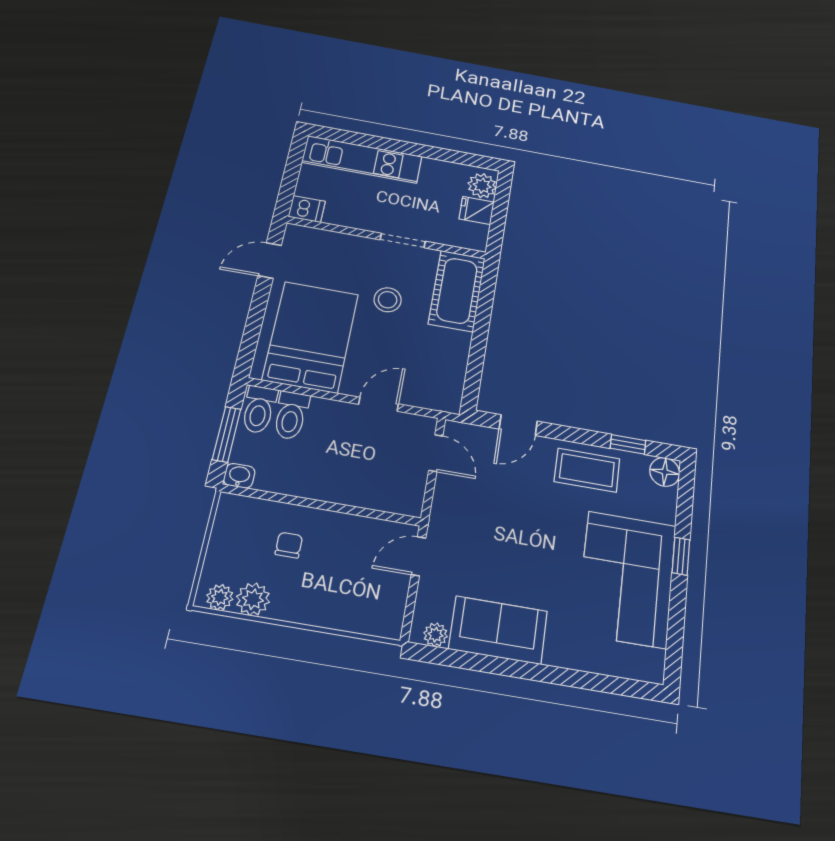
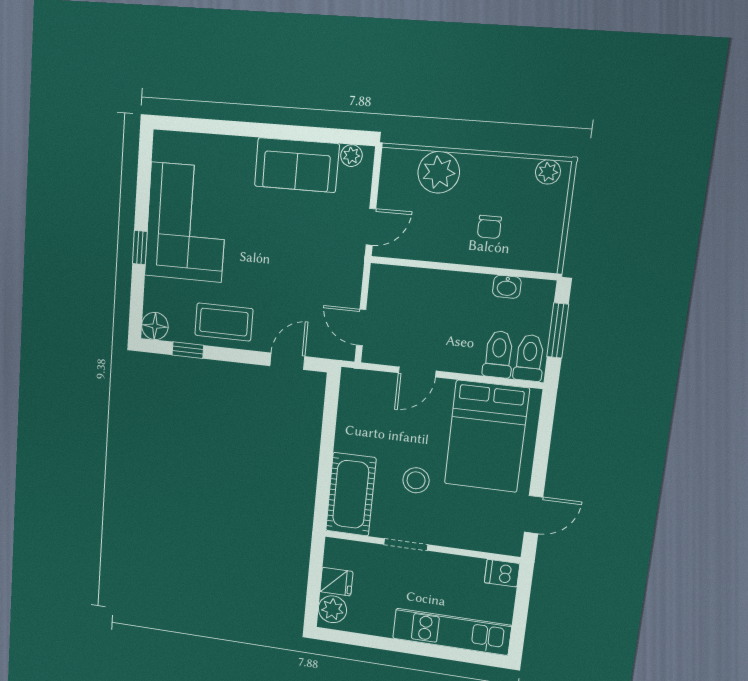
washbasin: (239, 476) -> (507, 287), moved
plant: (253, 599) -> (439, 172), moved, width x1.36, depth x1.36

